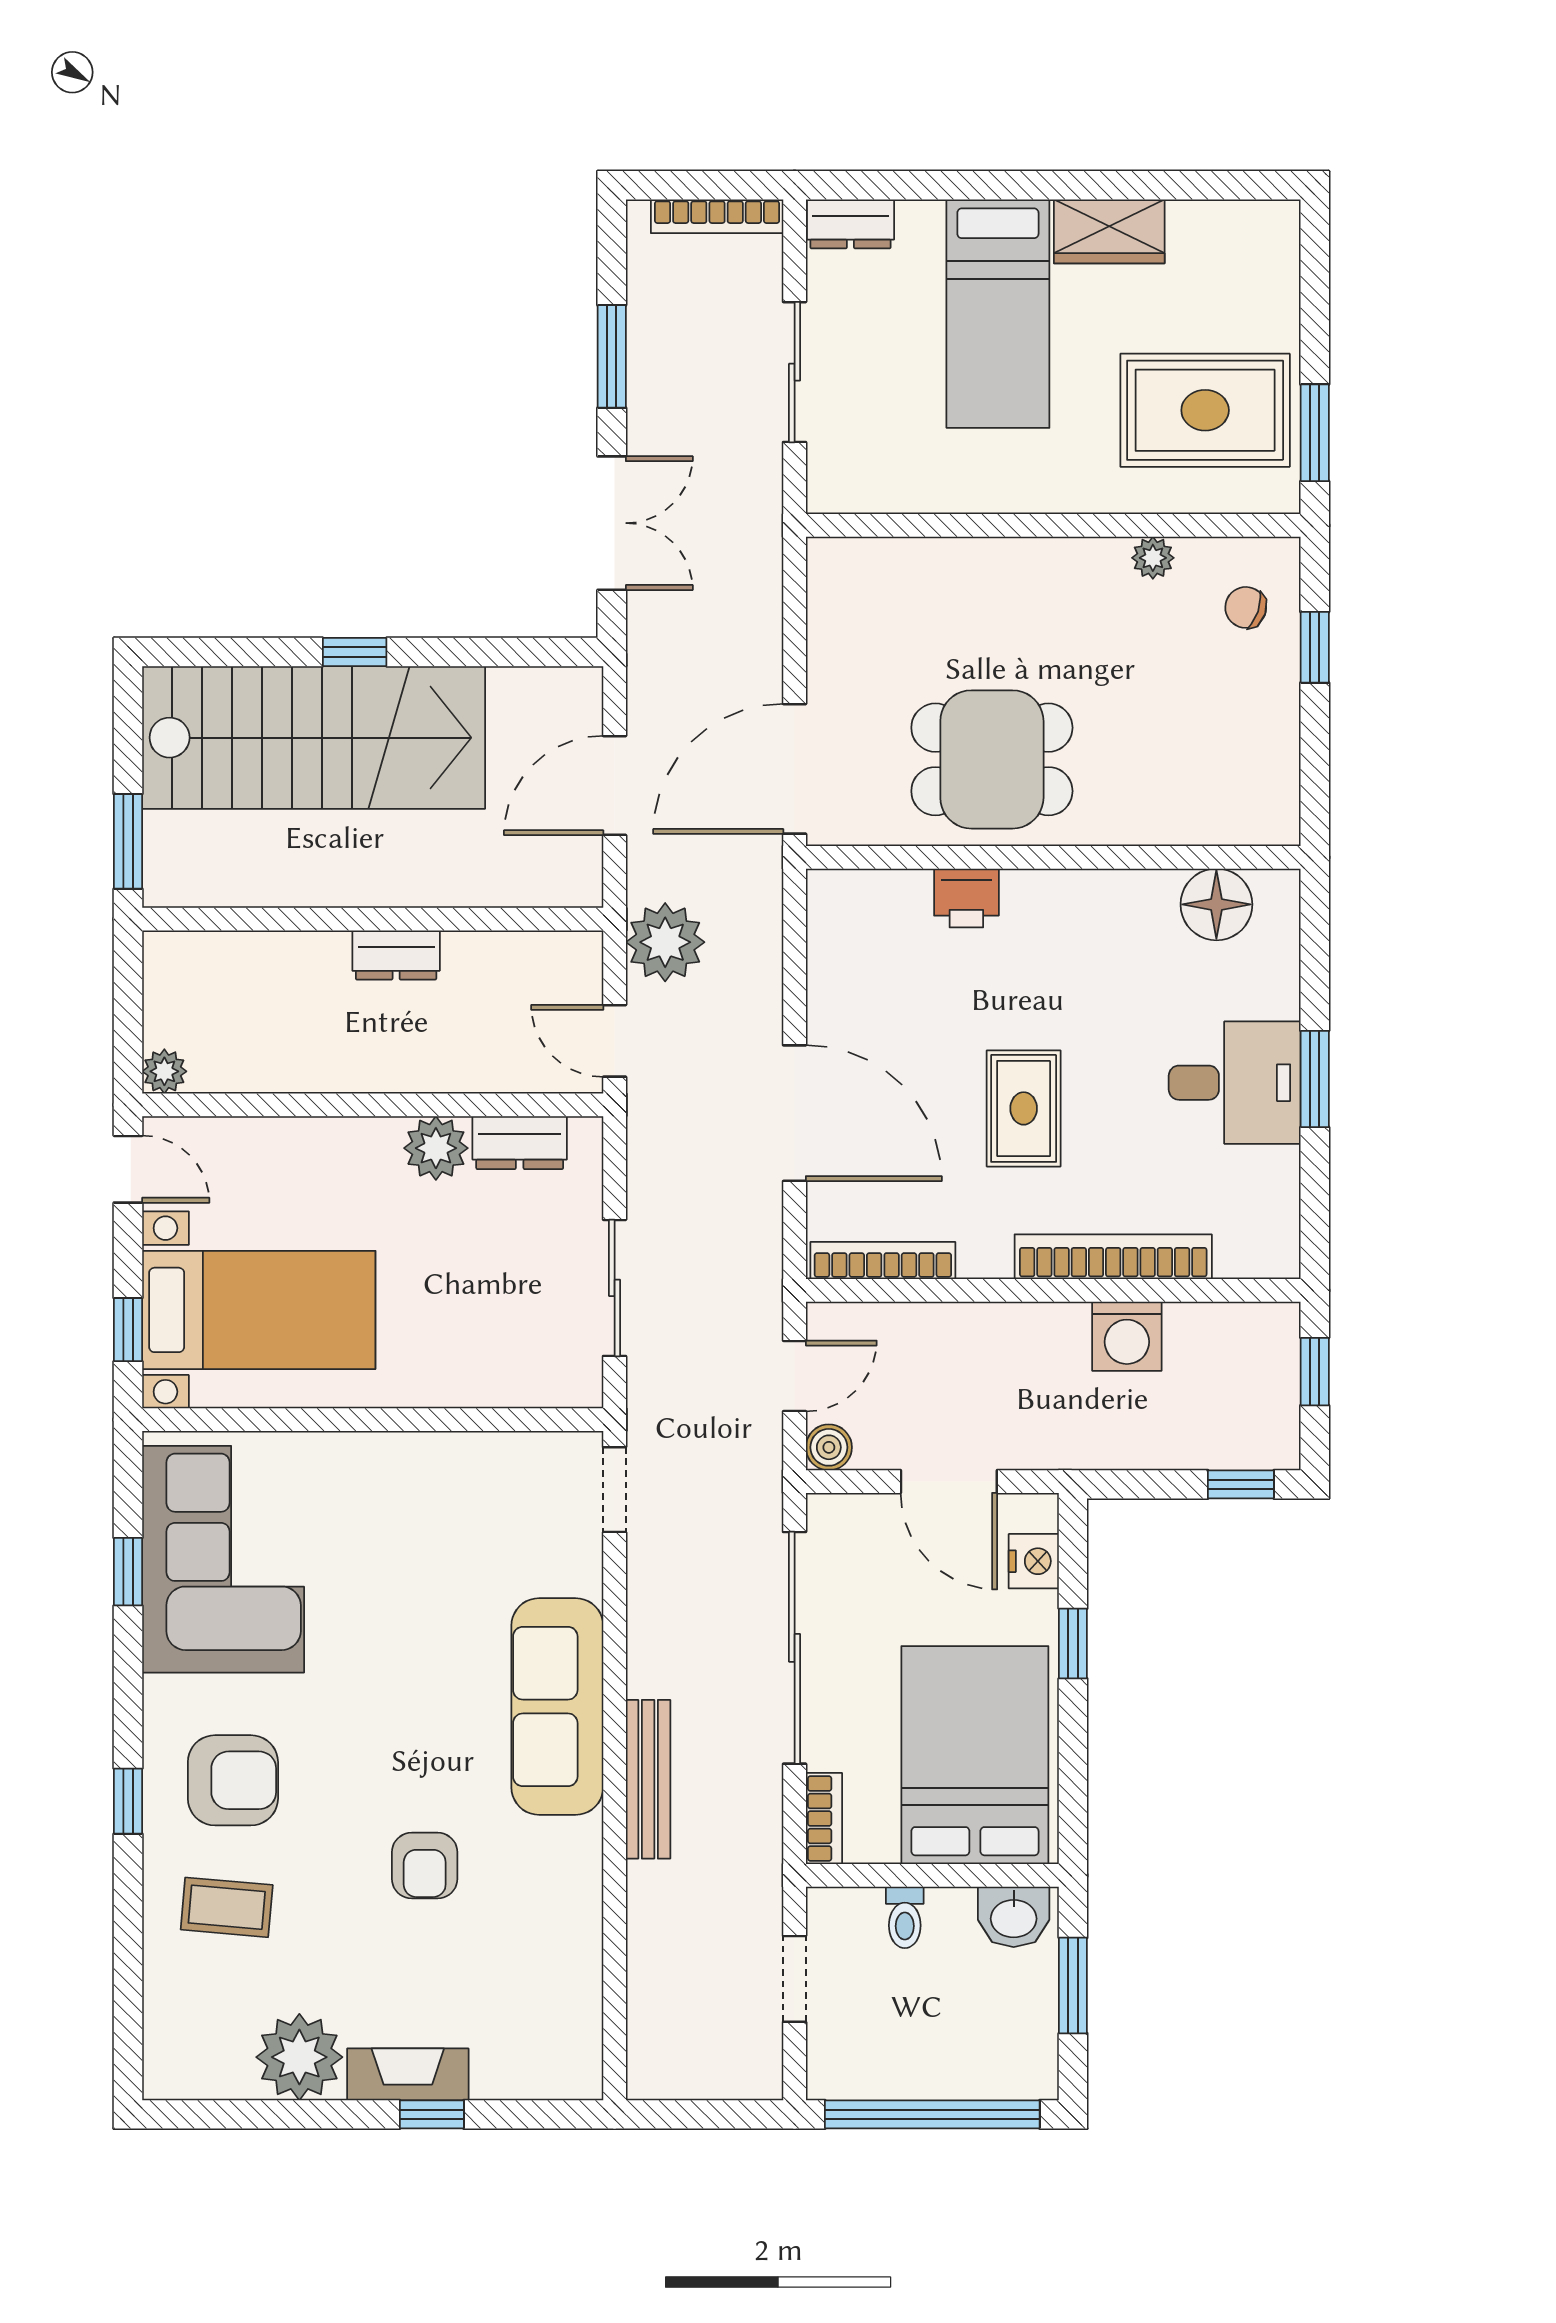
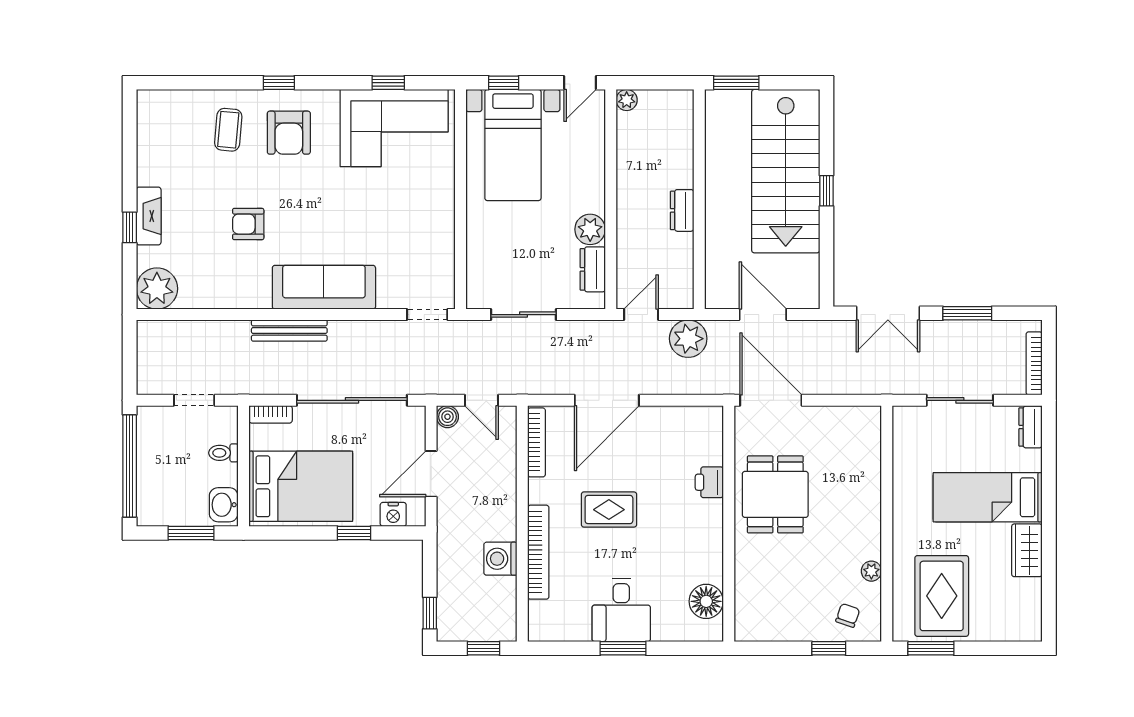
plant: (299, 2057) -> (157, 289), moved

